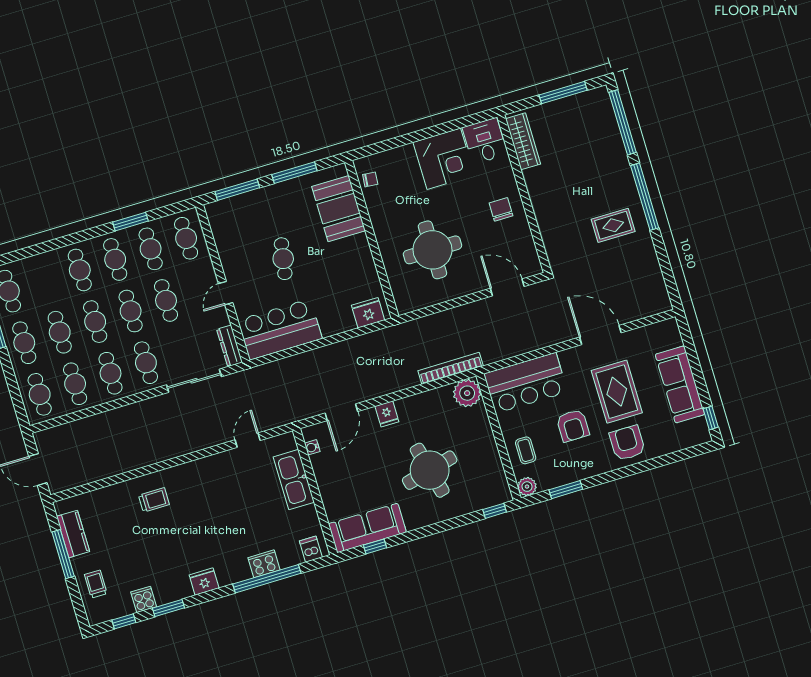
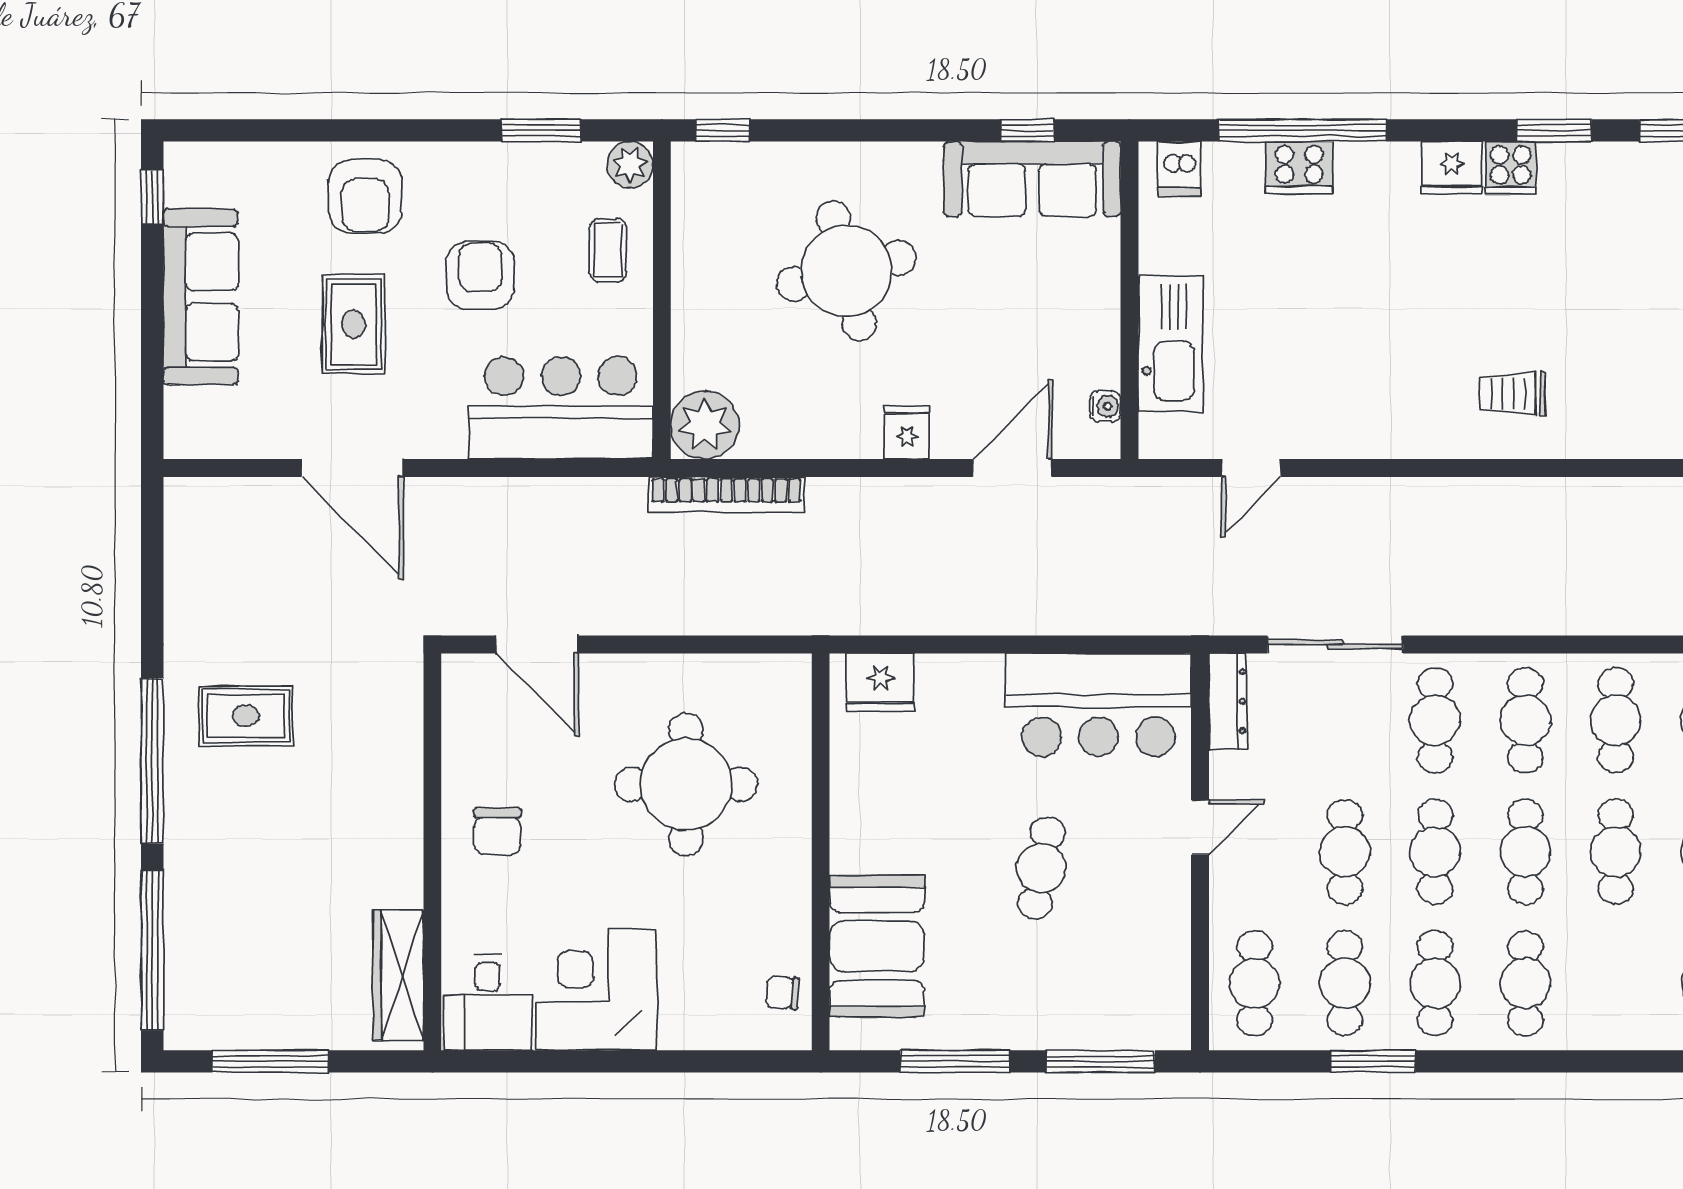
rug: (617, 392) -> (354, 324), width x0.73, depth x0.70
cooker: (144, 599) -> (1511, 168), moved

